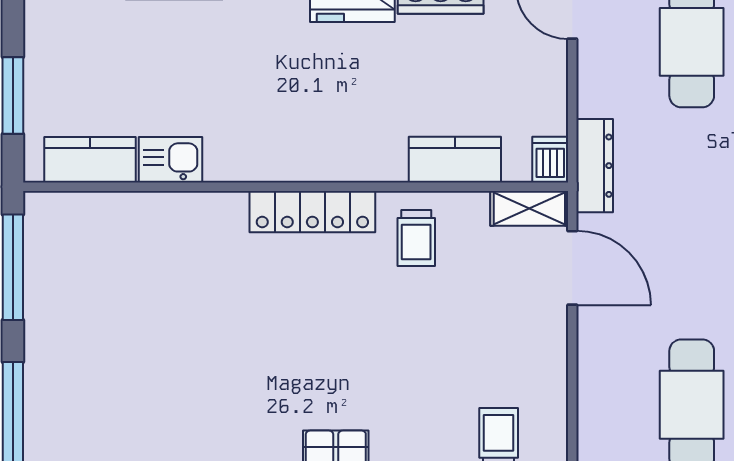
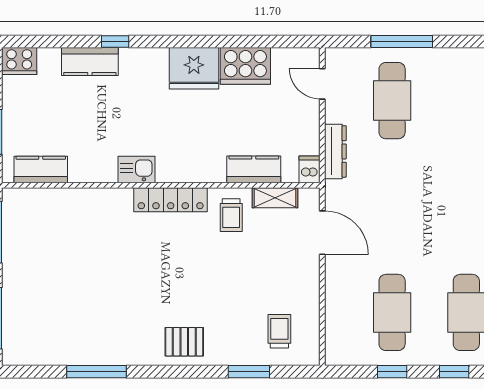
kitchen sink: (171, 160) -> (136, 169), moved
dresser: (595, 166) -> (335, 151), moved
shelving: (529, 208) -> (275, 198), moved

